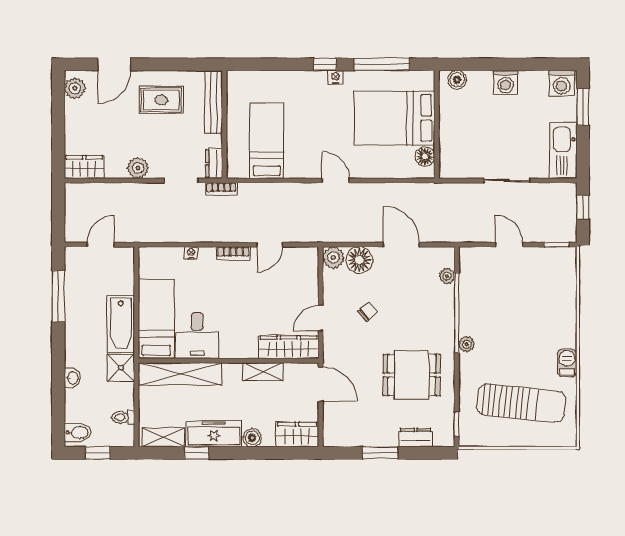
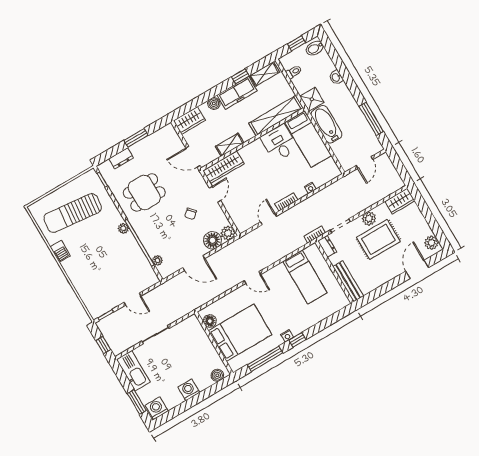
rug: (161, 100) -> (378, 239), moved, width x1.36, depth x1.43

